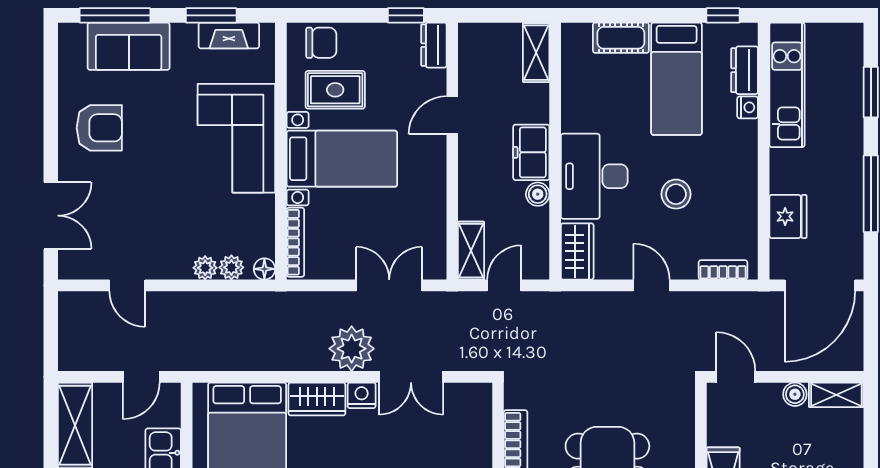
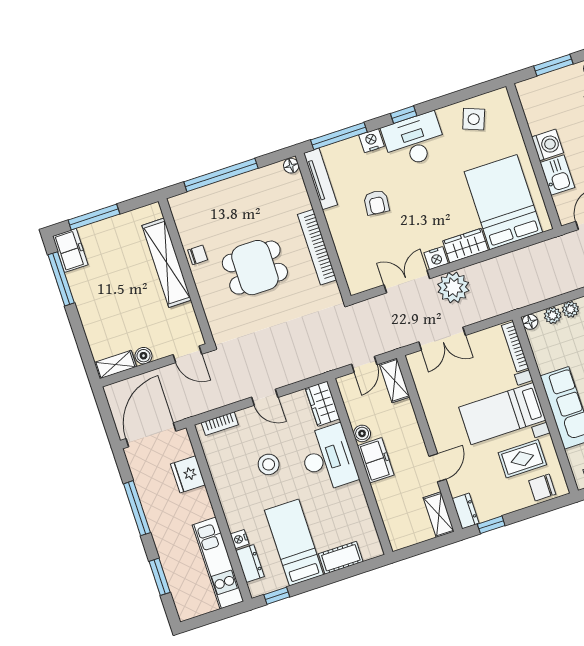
shelving: (536, 53) -> (439, 515), moved

